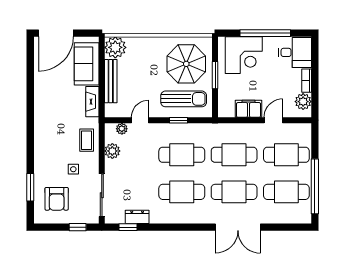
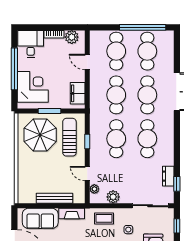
plant: (115, 47) -> (26, 194), removed
filing cabinet: (248, 109) -> (78, 93), moved

